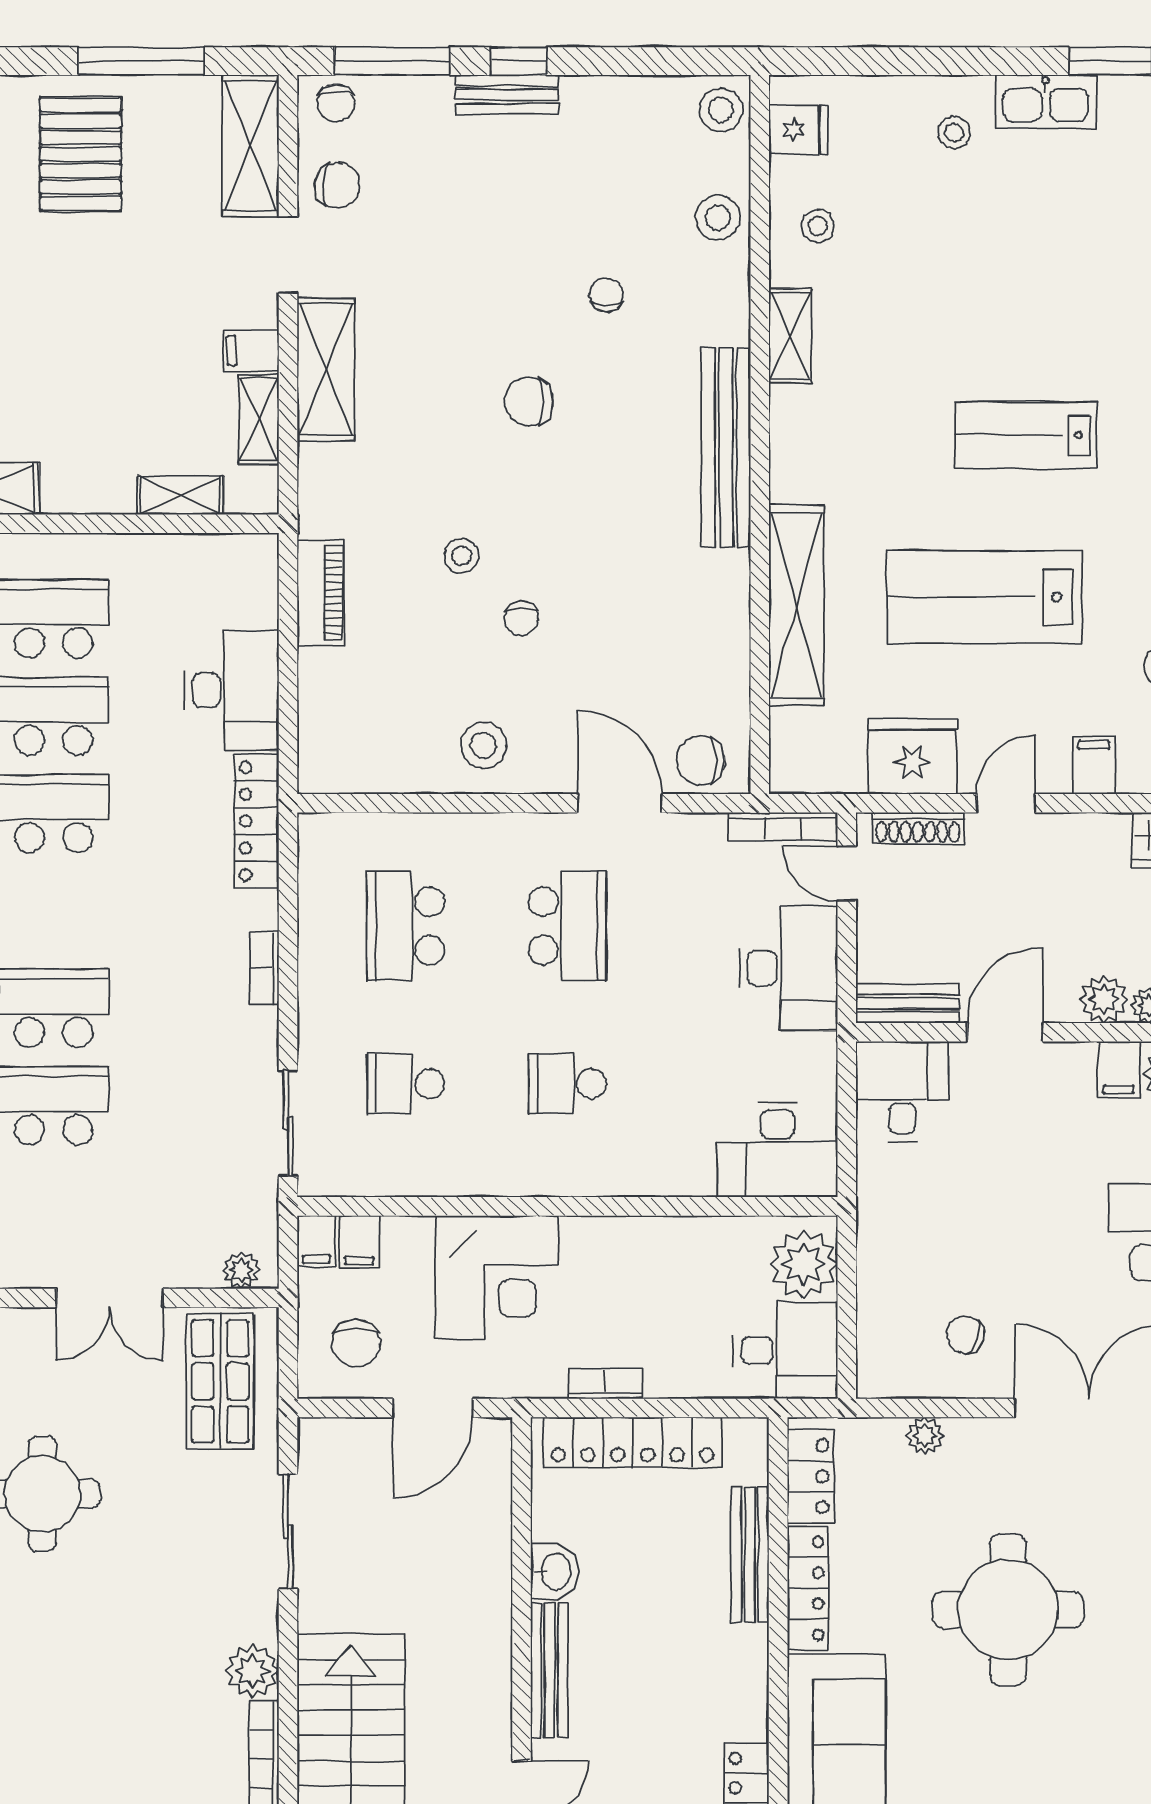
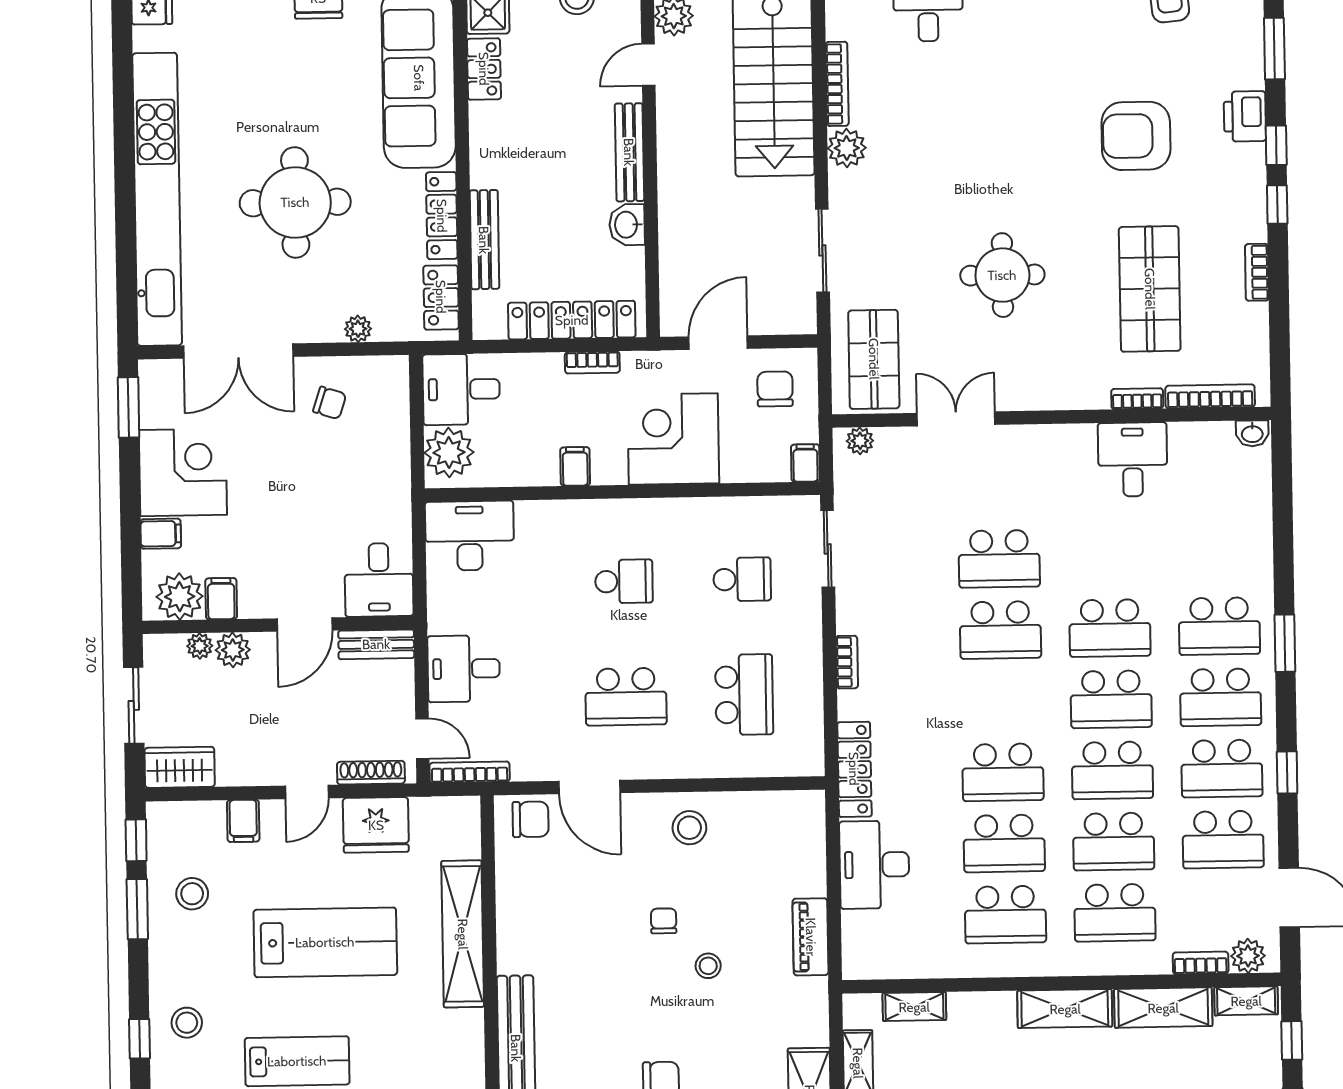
school desk: (567, 926) -> (626, 697), turned -90
desk: (789, 968) -> (464, 669), width x0.73
filing cabinet: (359, 1242) -> (575, 466), moved

